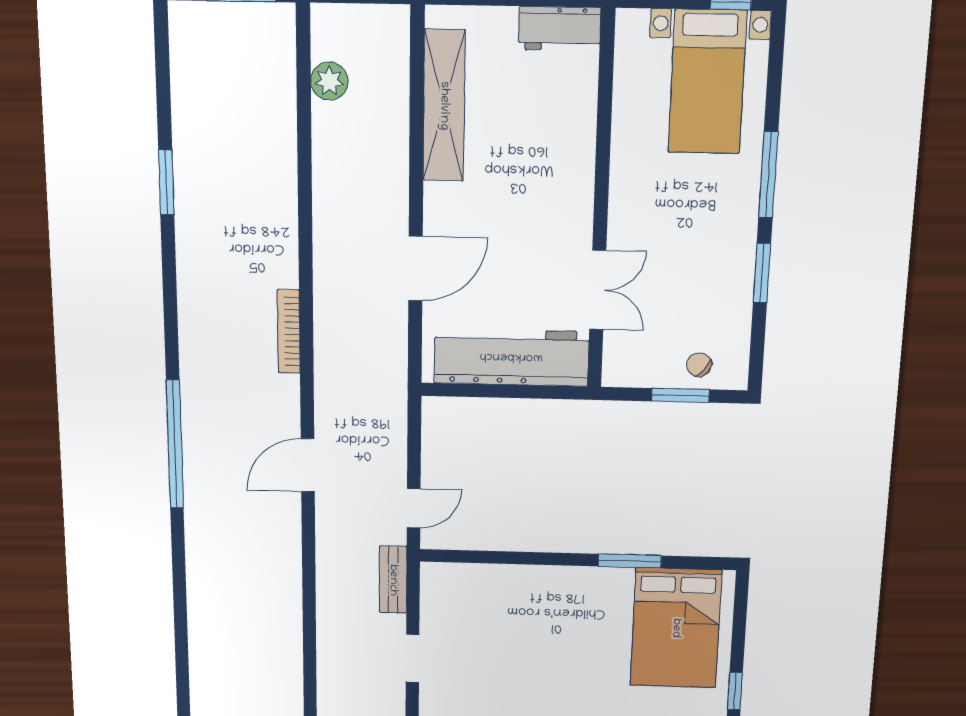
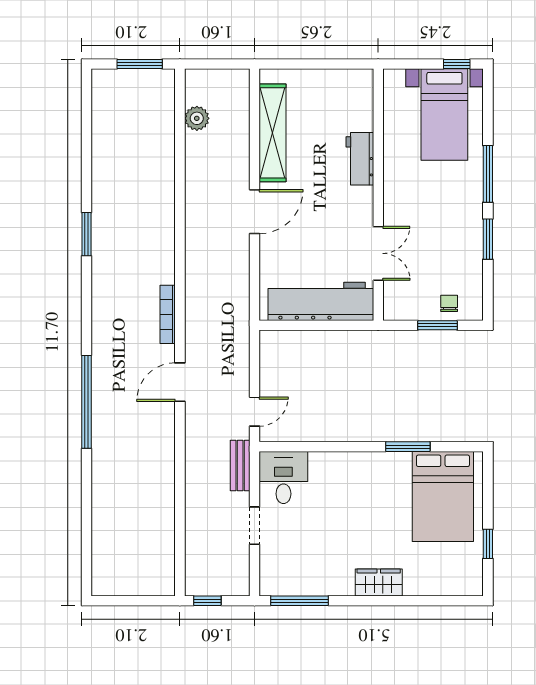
workbench: (560, 29) -> (360, 159), moved, turned 90
window: (166, 182) -> (87, 234), moved
door: (416, 268) -> (255, 212), moved
bookcase: (289, 332) -> (168, 314), moved
chair: (699, 365) -> (449, 303), turned 50
window: (175, 444) -> (87, 402), moved
desk: (453, 597) -> (283, 478), added

